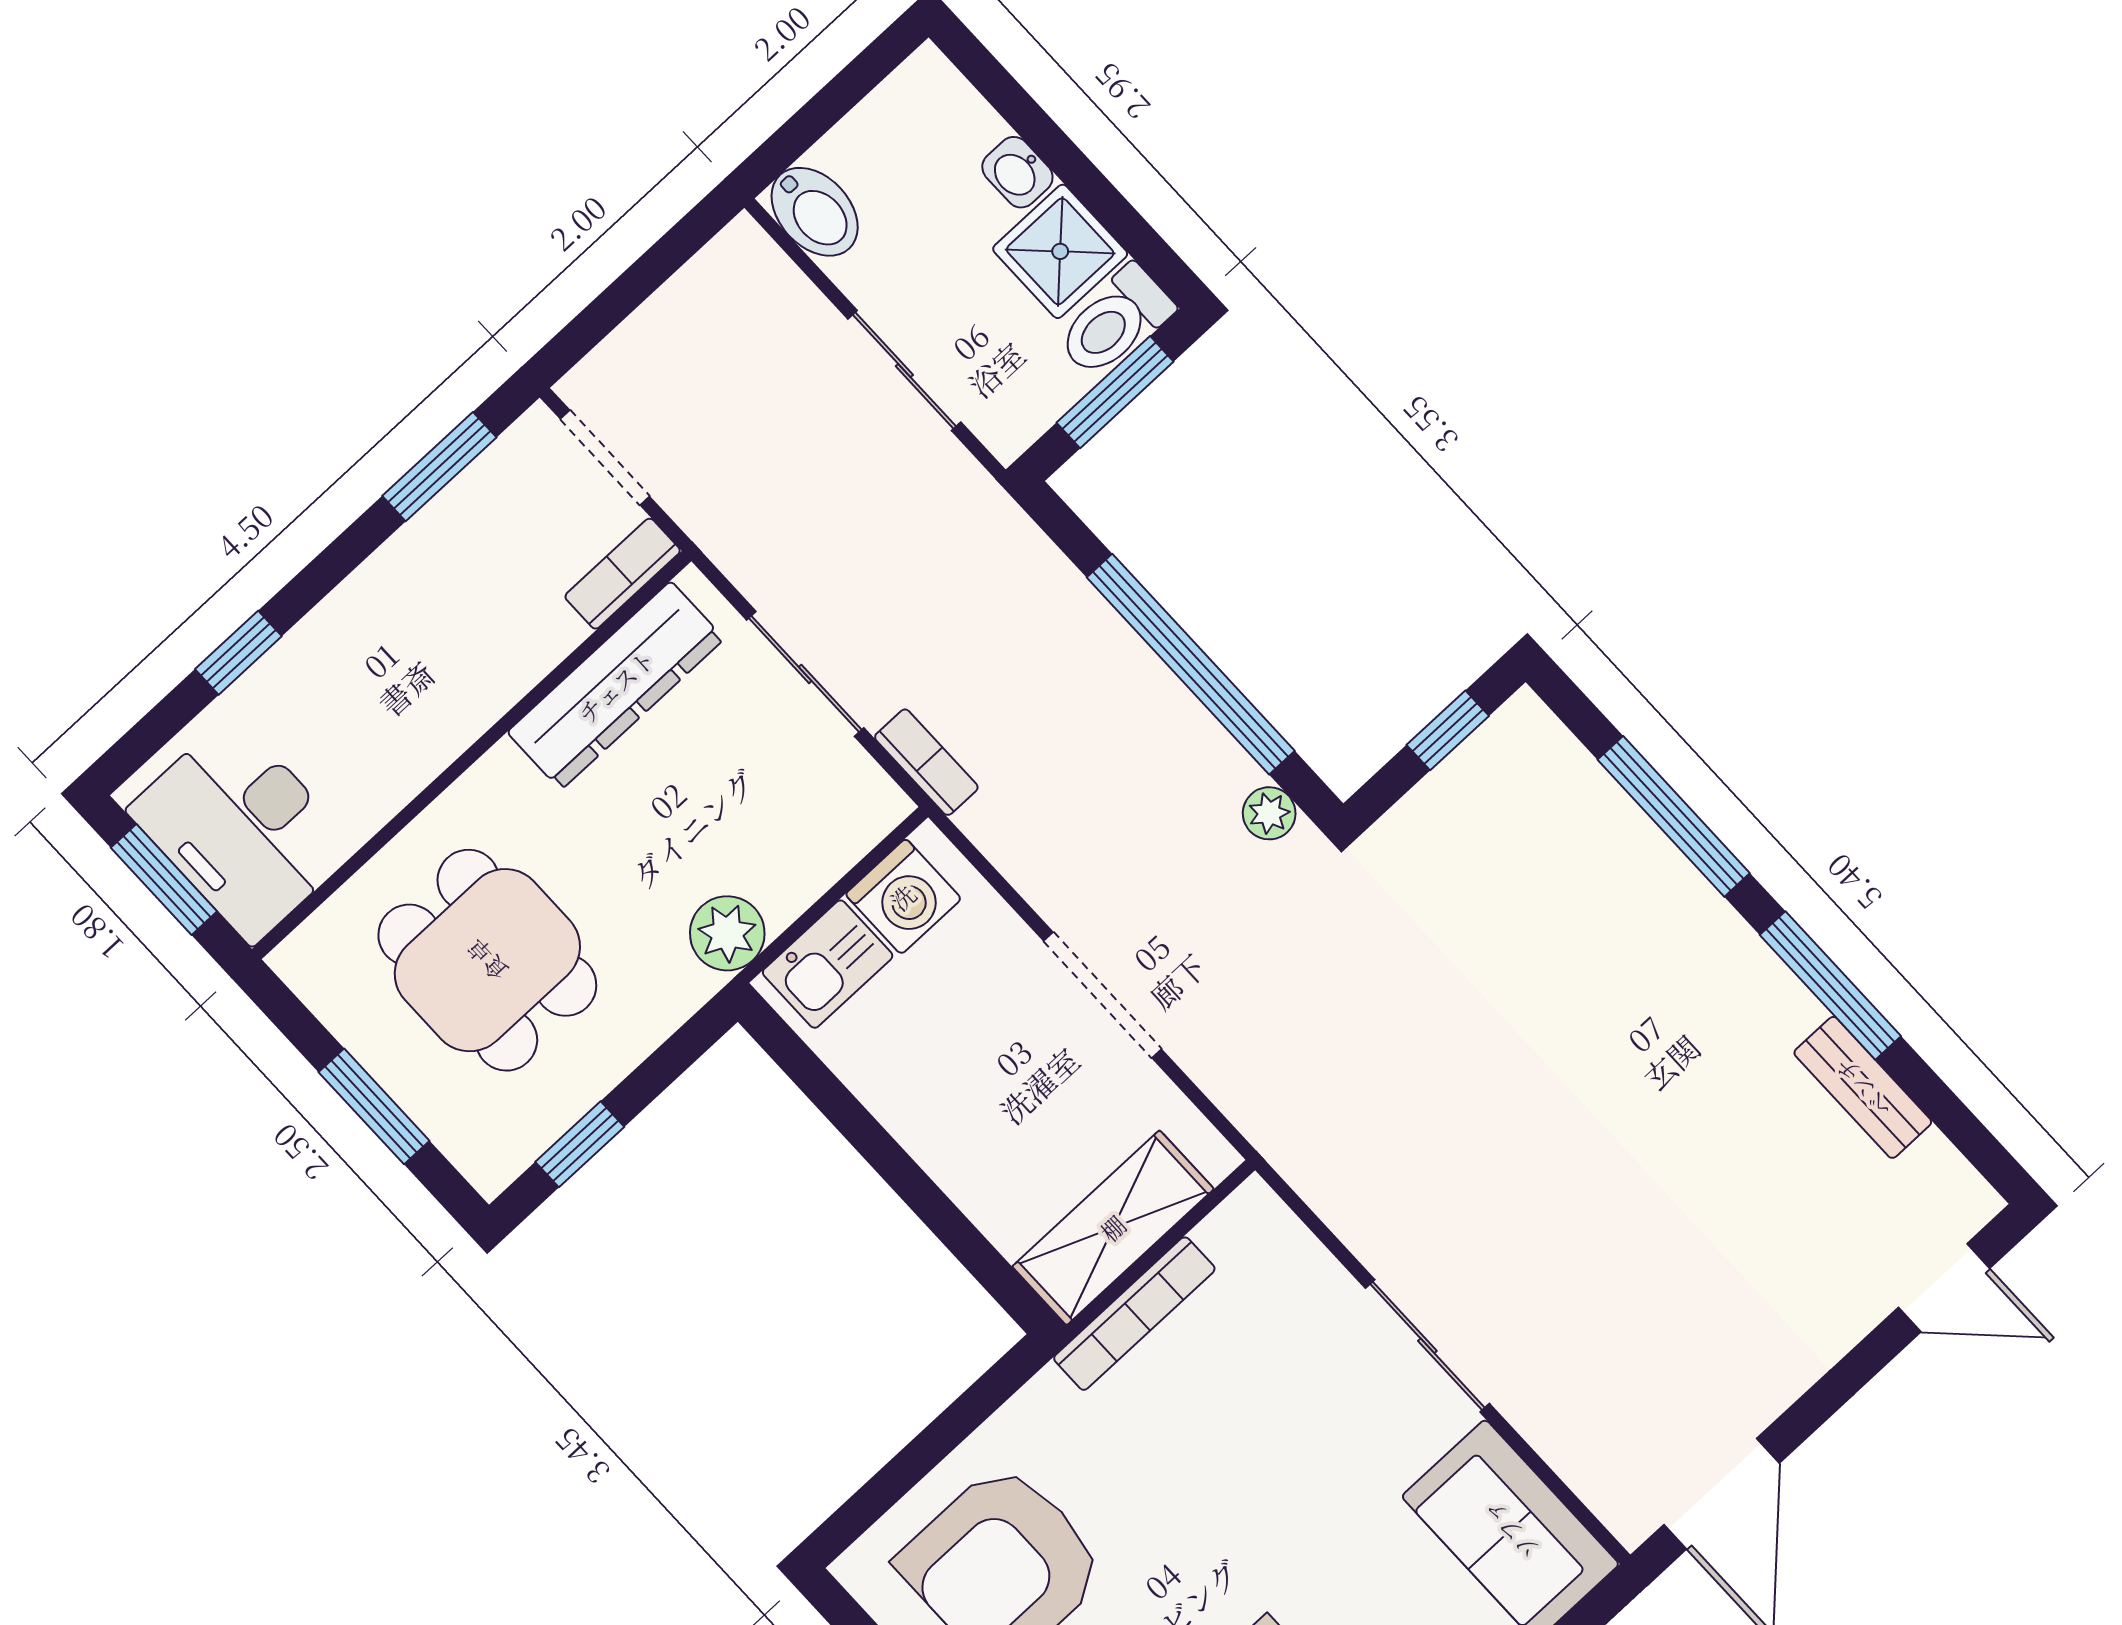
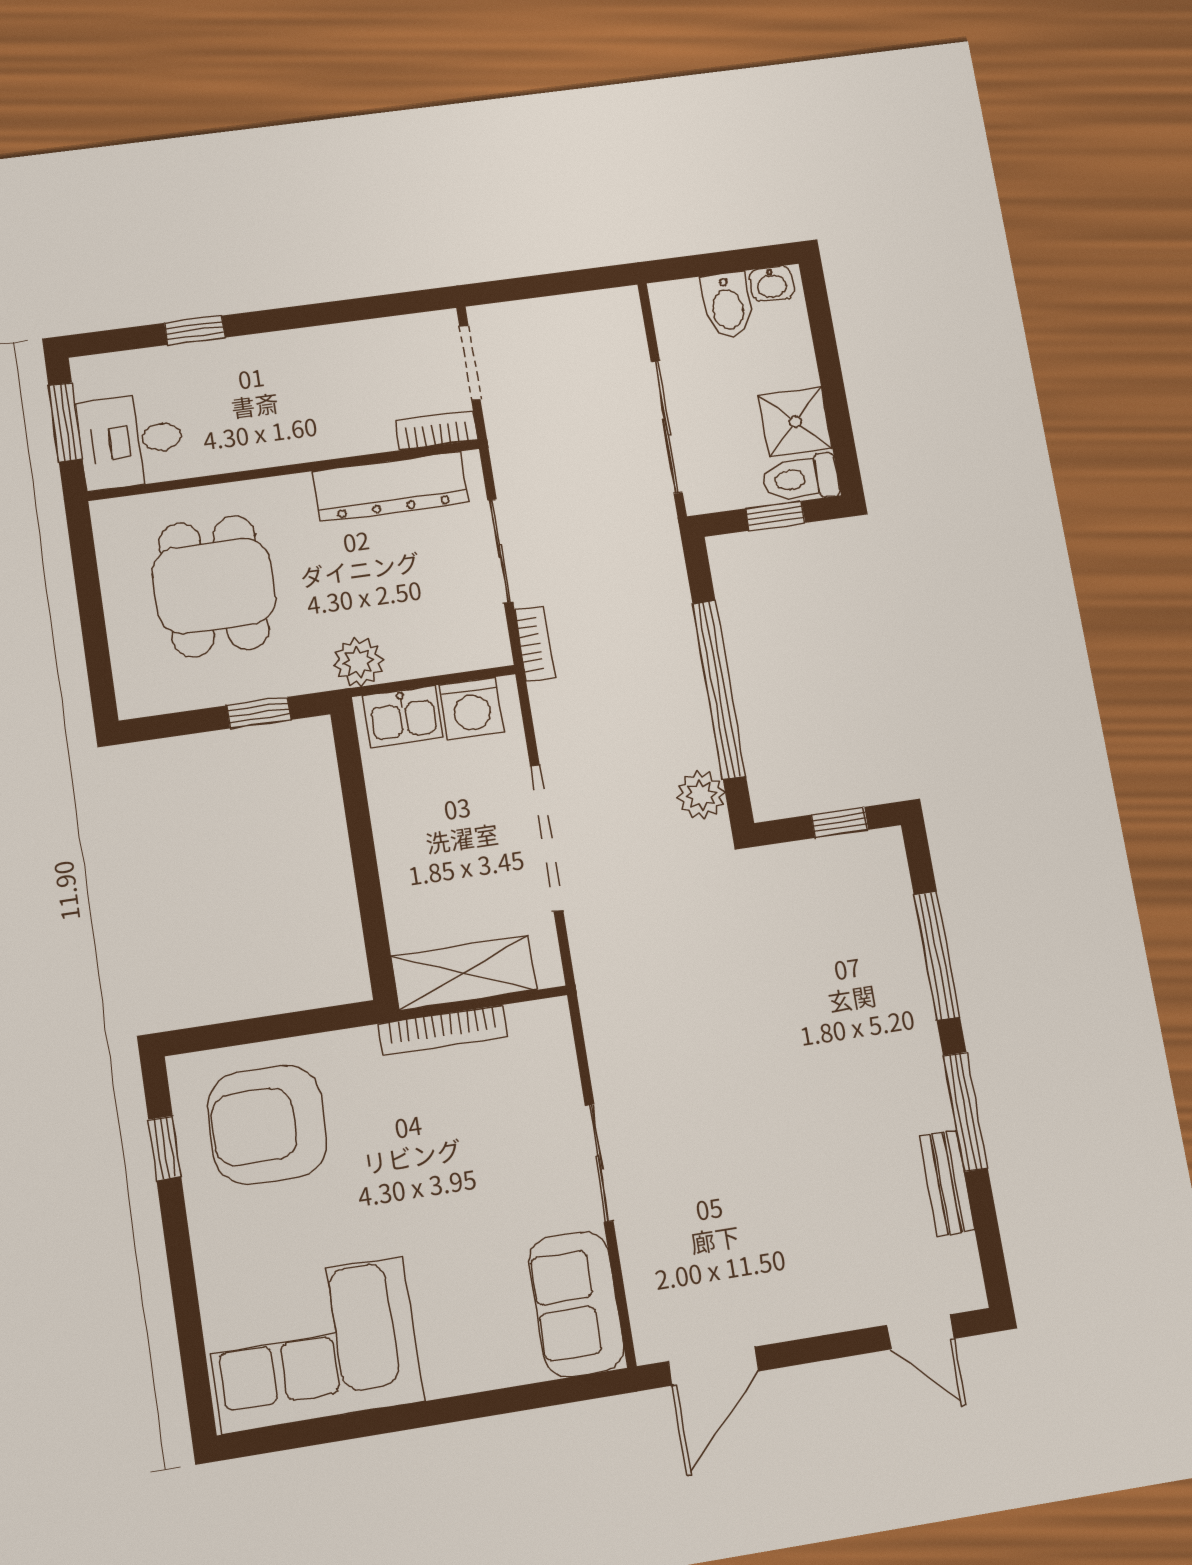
washbasin: (1017, 172) -> (772, 284), moved, turned -90
bidet: (815, 212) -> (727, 305), moved
sliding door: (904, 370) -> (667, 427), width x1.37
window: (1115, 392) -> (775, 516), width x0.67
window: (439, 467) -> (376, 307), removed
plant: (1269, 813) -> (701, 795), width x1.38, depth x1.38
desk: (242, 829) -> (131, 441), width x0.73
doorway: (1102, 995) -> (547, 838), width x1.36
window: (374, 1106) -> (93, 623), removed
window: (580, 1144) -> (259, 713), moved

